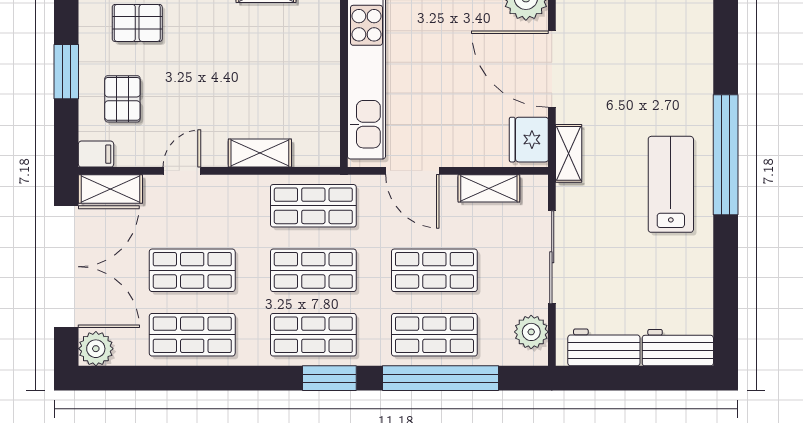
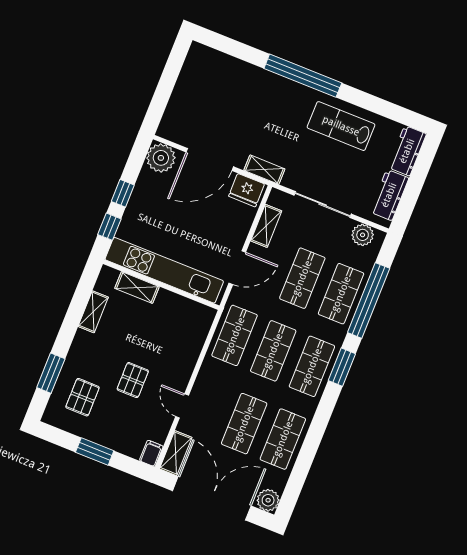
pallet: (122, 99) -> (133, 380), moved, turned 90
shelving: (260, 153) -> (137, 287), moved, turned 90
lab bench: (671, 184) -> (341, 126), moved

